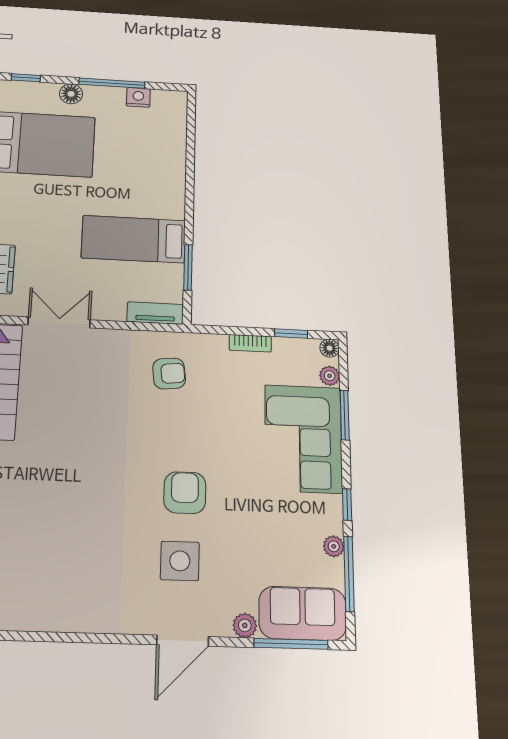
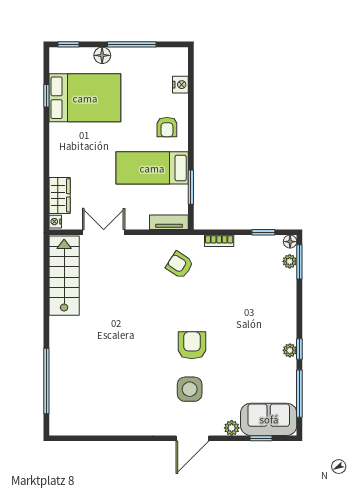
nightstand: (138, 97) -> (180, 85), moved, turned 90
armchair: (156, 187) -> (167, 127), added
bookcase: (250, 343) -> (219, 241), moved
armchair: (169, 374) -> (180, 265), turned -141
window: (345, 415) -> (299, 262), moved
corner sofa: (303, 439) -> (271, 306), removed
plant: (334, 546) -> (290, 350), moved
window: (291, 644) -> (261, 438), width x0.46

